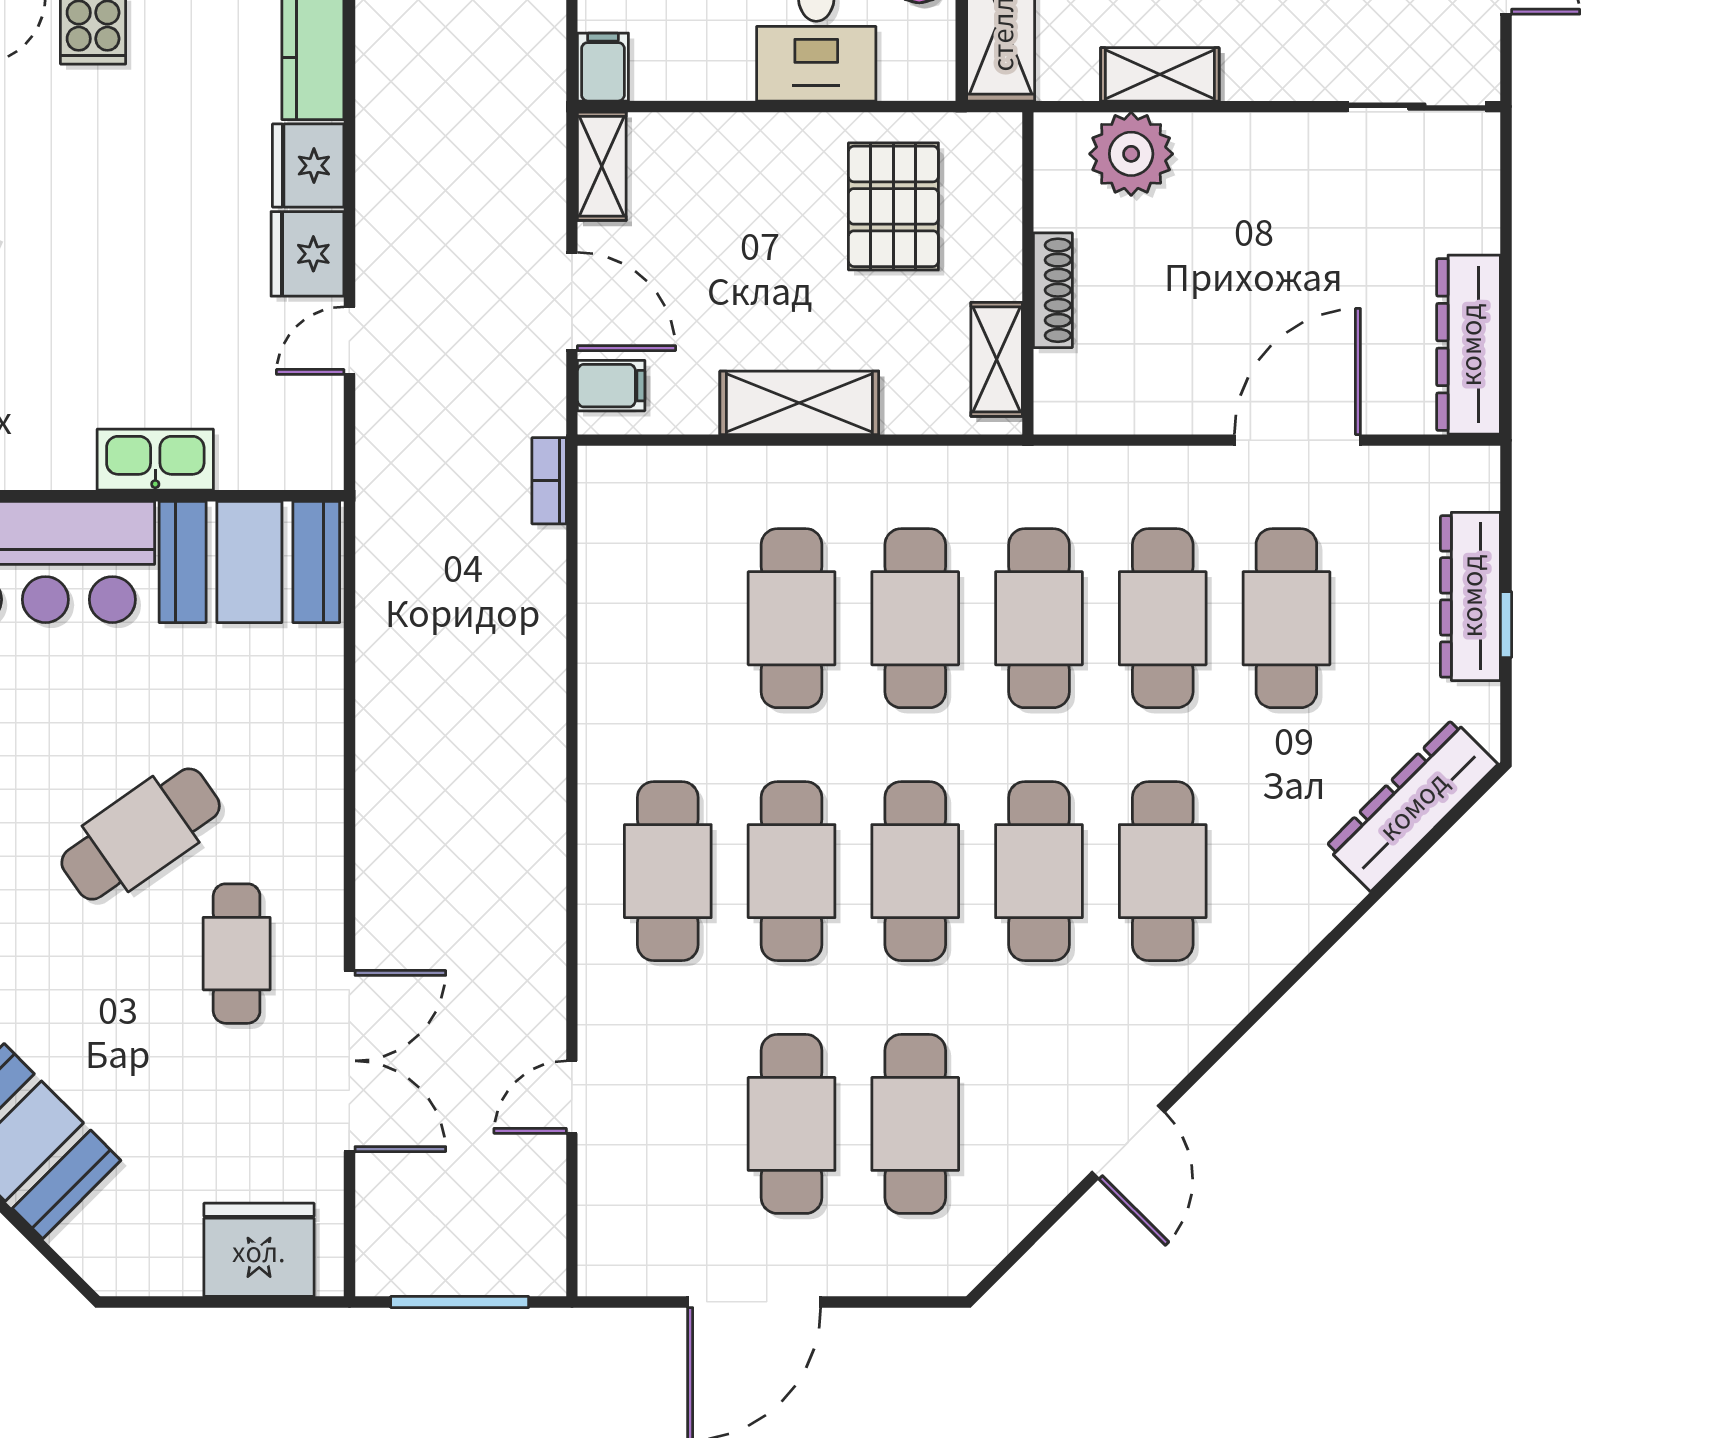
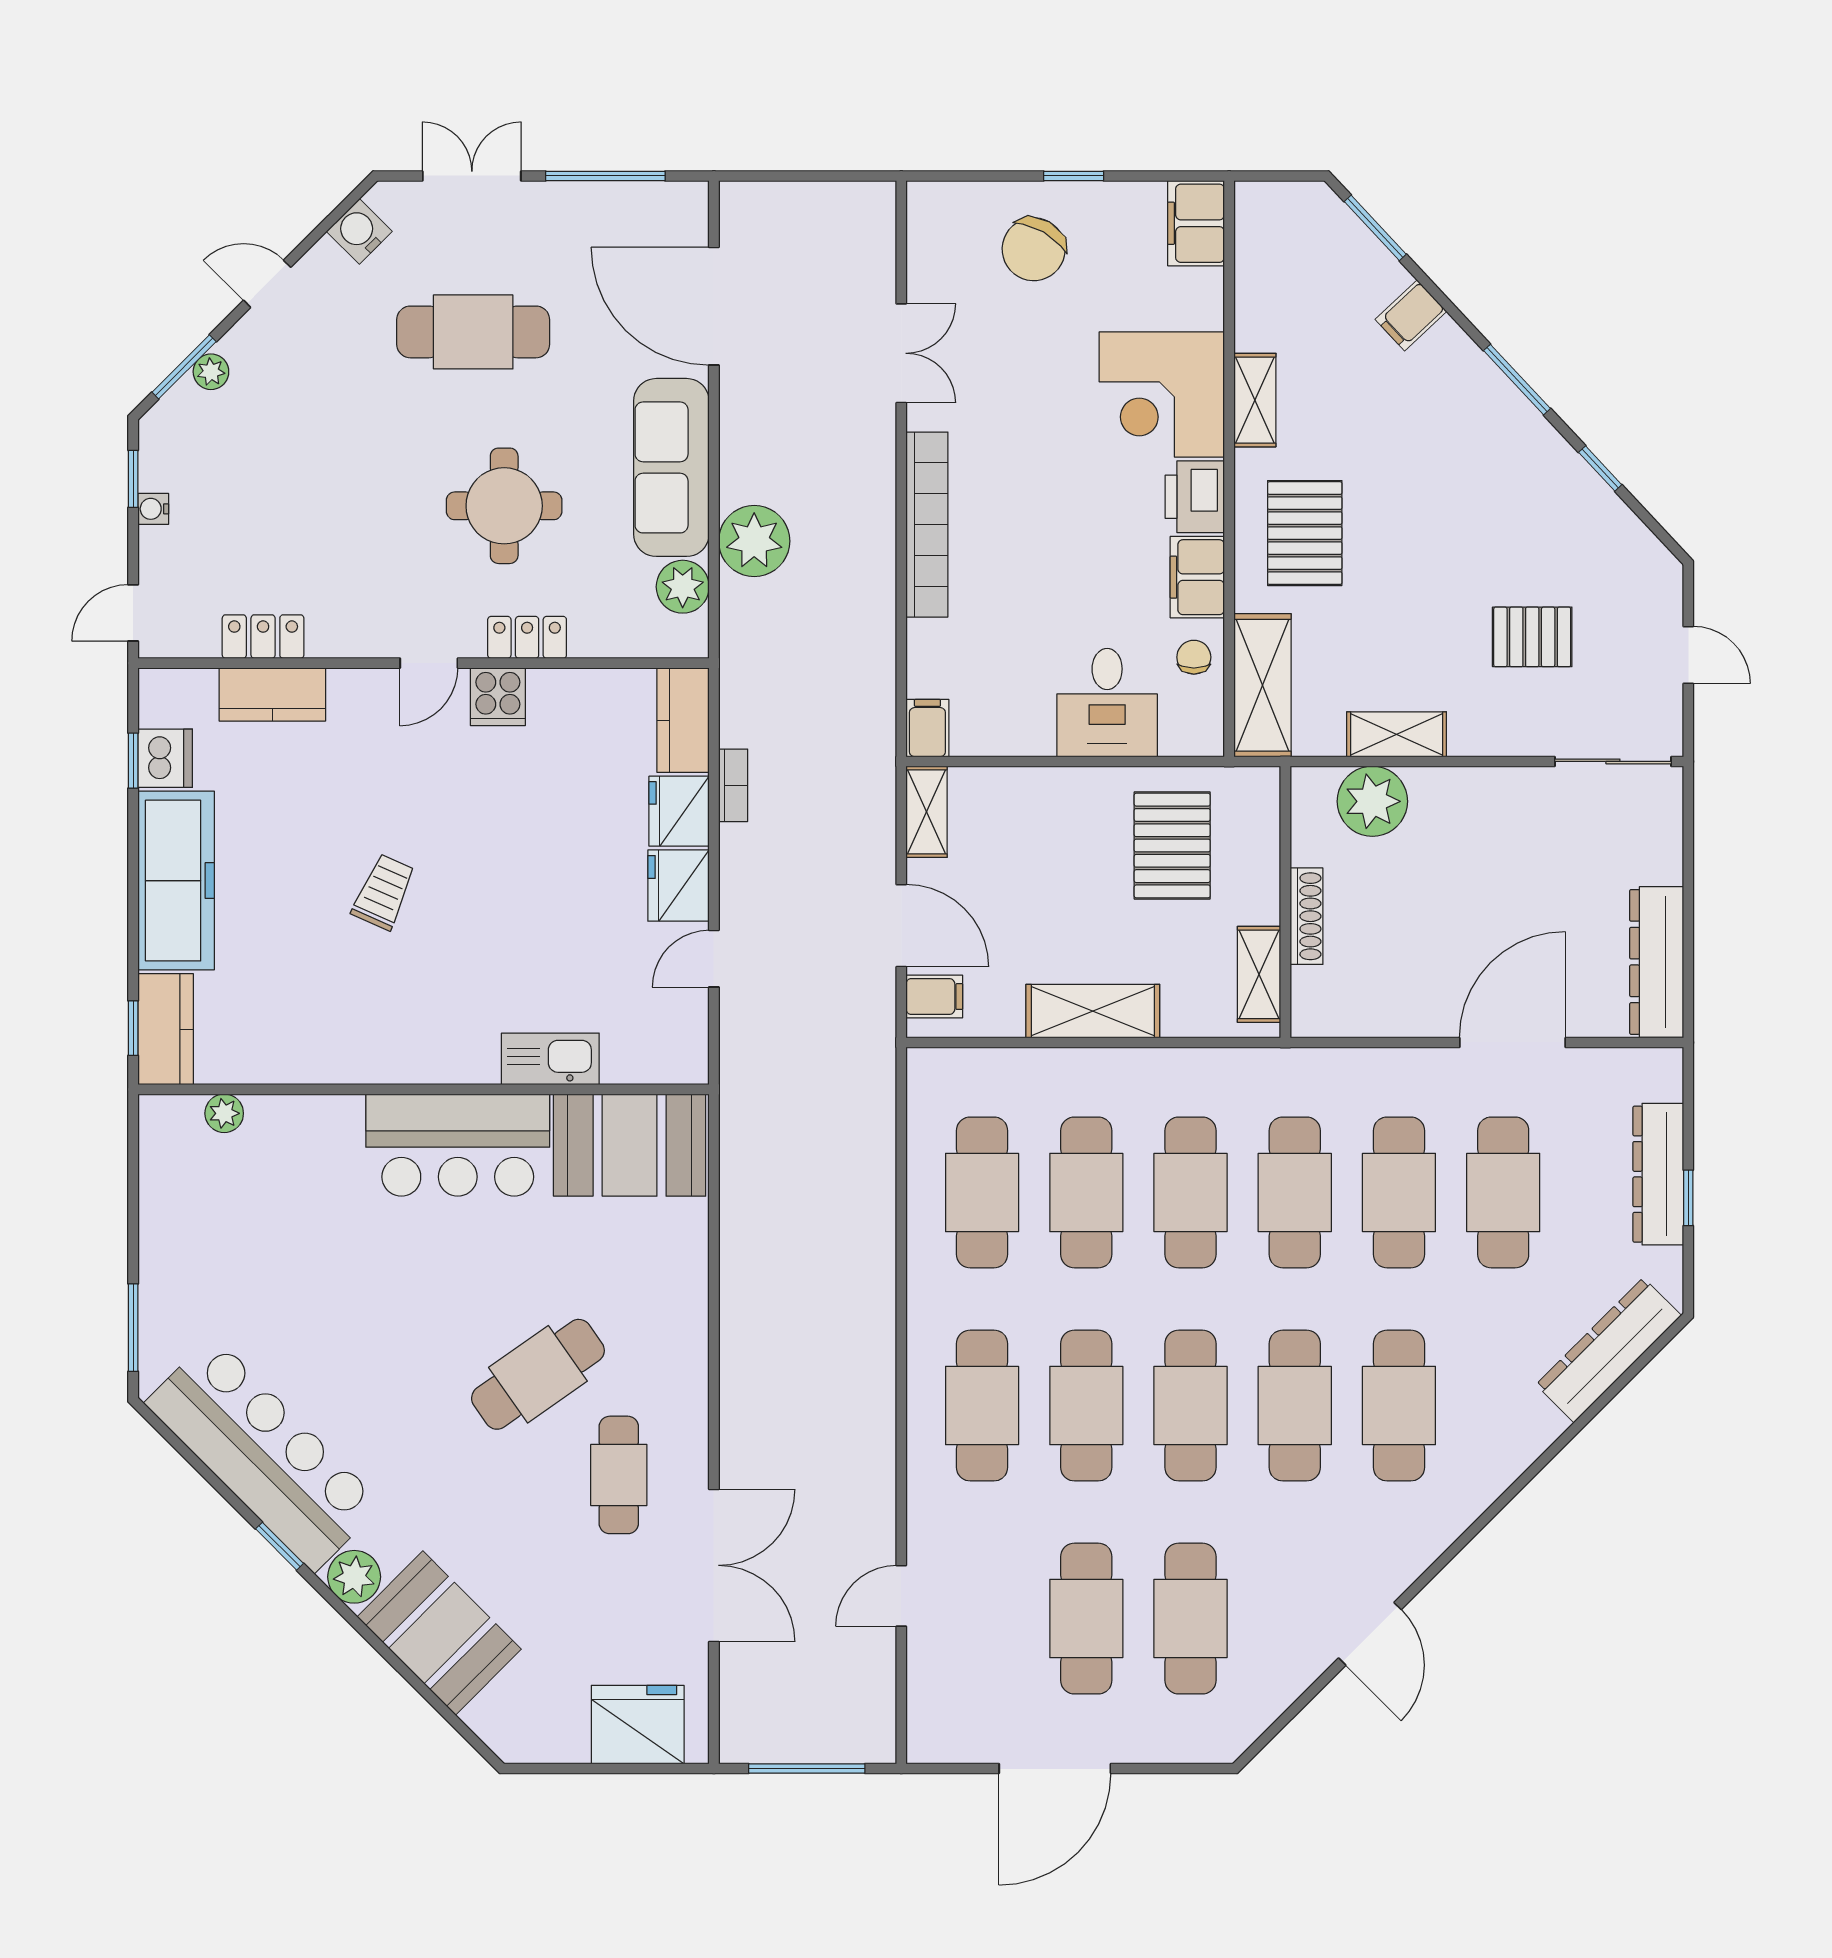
bookcase: (549, 481) -> (733, 785), moved, turned 180
cafe table: (668, 618) -> (982, 1192), added

